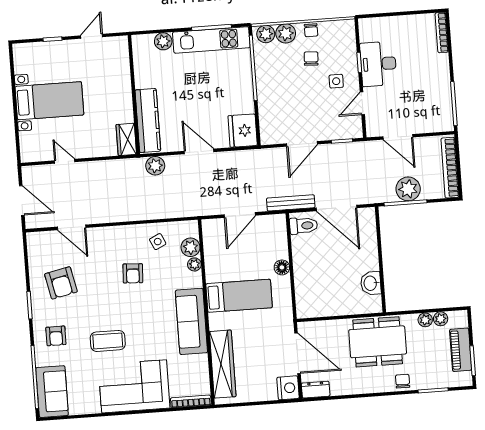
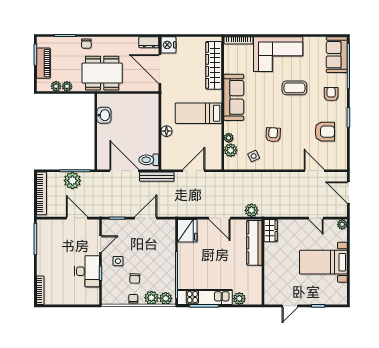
plant: (27, 155) -> (342, 224), added
armchair: (61, 283) -> (325, 132), turned 102

